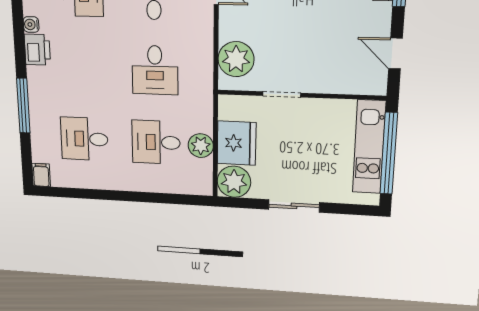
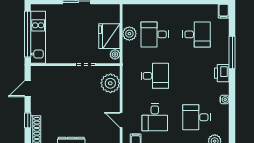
printer: (37, 50) -> (222, 73), moved
door: (395, 54) -> (28, 89), swing flipped
desk: (155, 70) -> (155, 76), turned 90
desk: (156, 142) -> (155, 34), turned 180
plant: (234, 182) -> (115, 54), moved, width x0.53, depth x0.53

